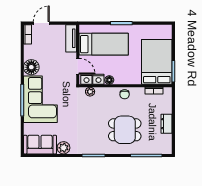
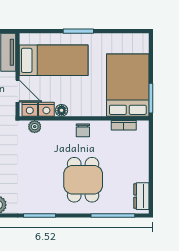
dresser: (167, 124) -> (141, 196), moved
dining table: (125, 130) -> (83, 180), turned 90

